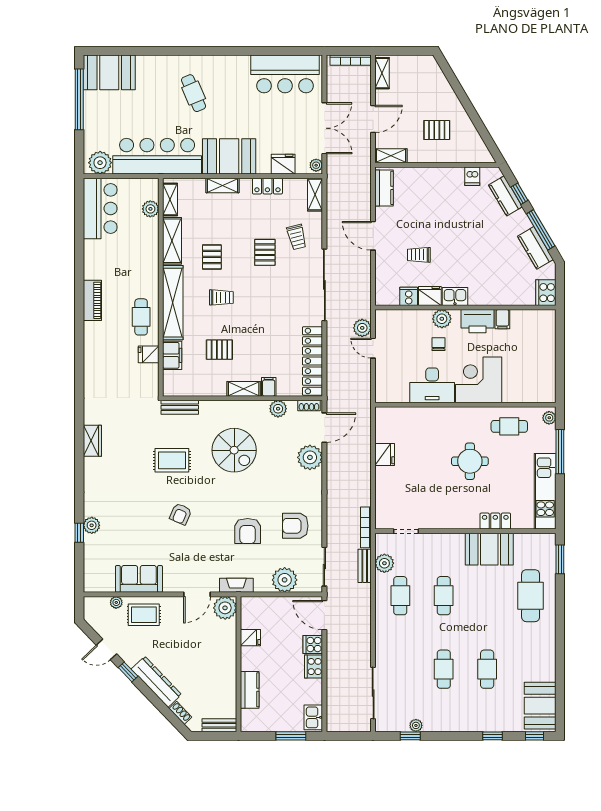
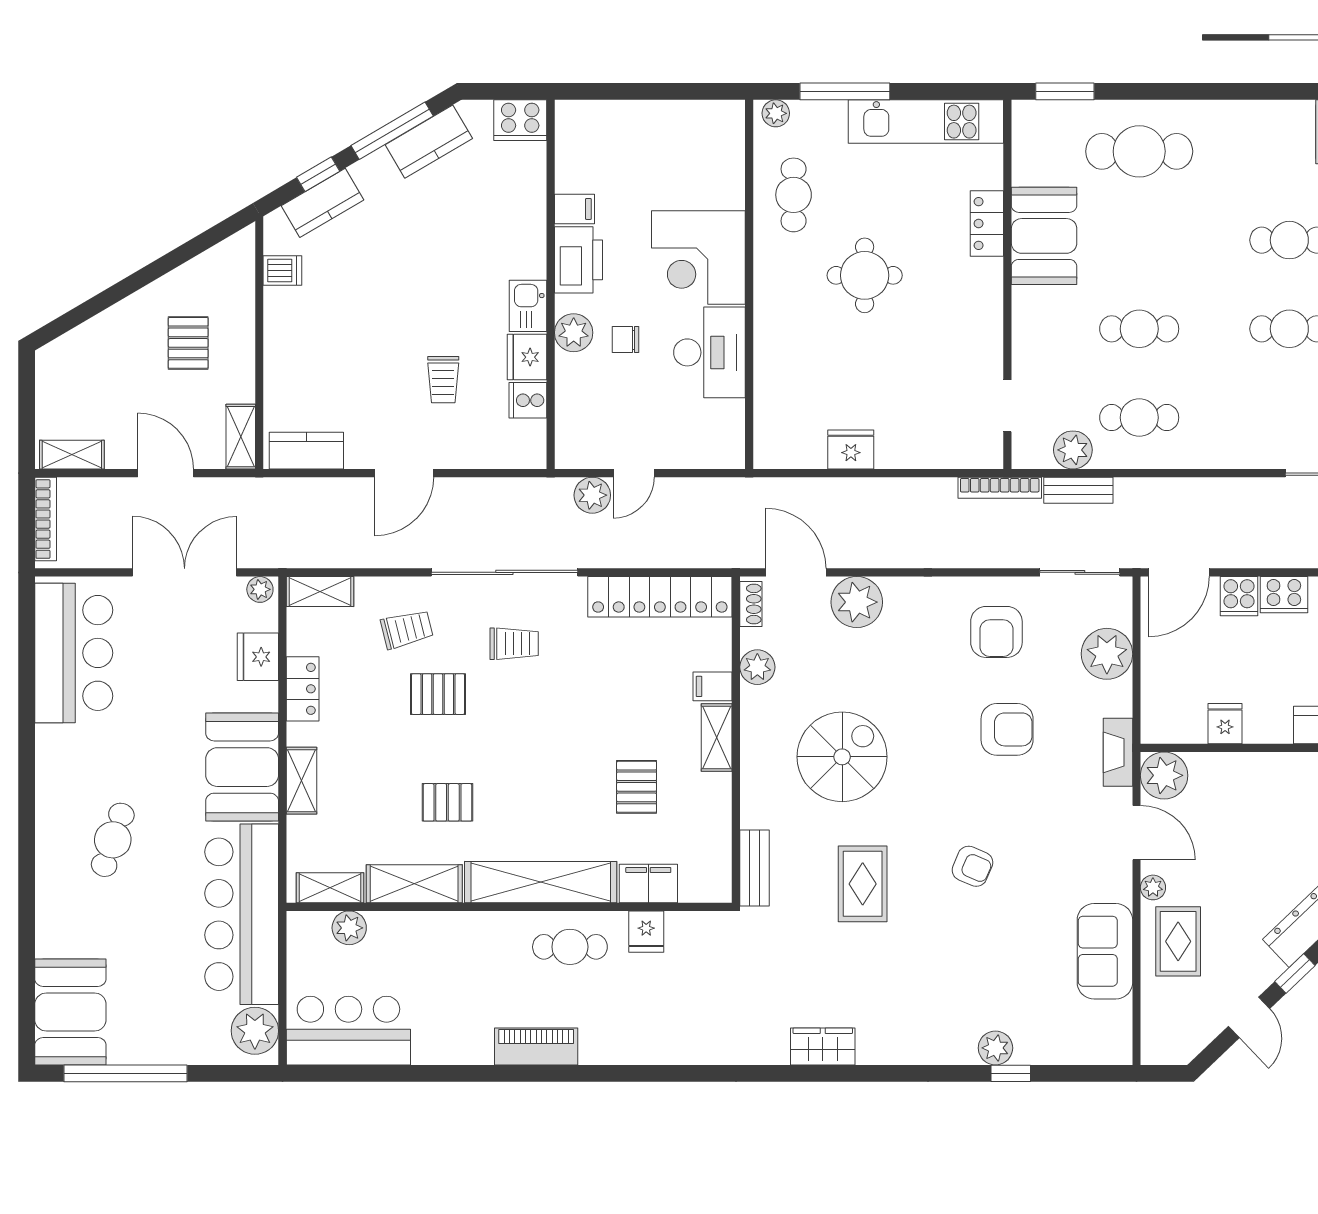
cafe table: (194, 93) -> (113, 840), turned -48
trolley: (221, 297) -> (514, 644), moved, turned 90
plant: (116, 602) -> (1153, 887), moved

